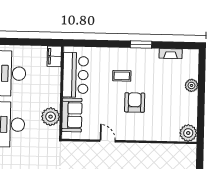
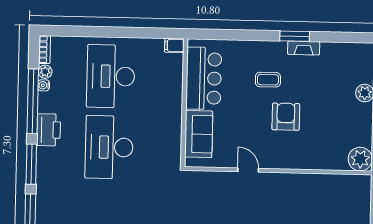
fireplace: (171, 54) -> (304, 48), moved
filing cabinet: (54, 56) -> (174, 46), width x0.50
plant: (51, 117) -> (169, 136), removed

